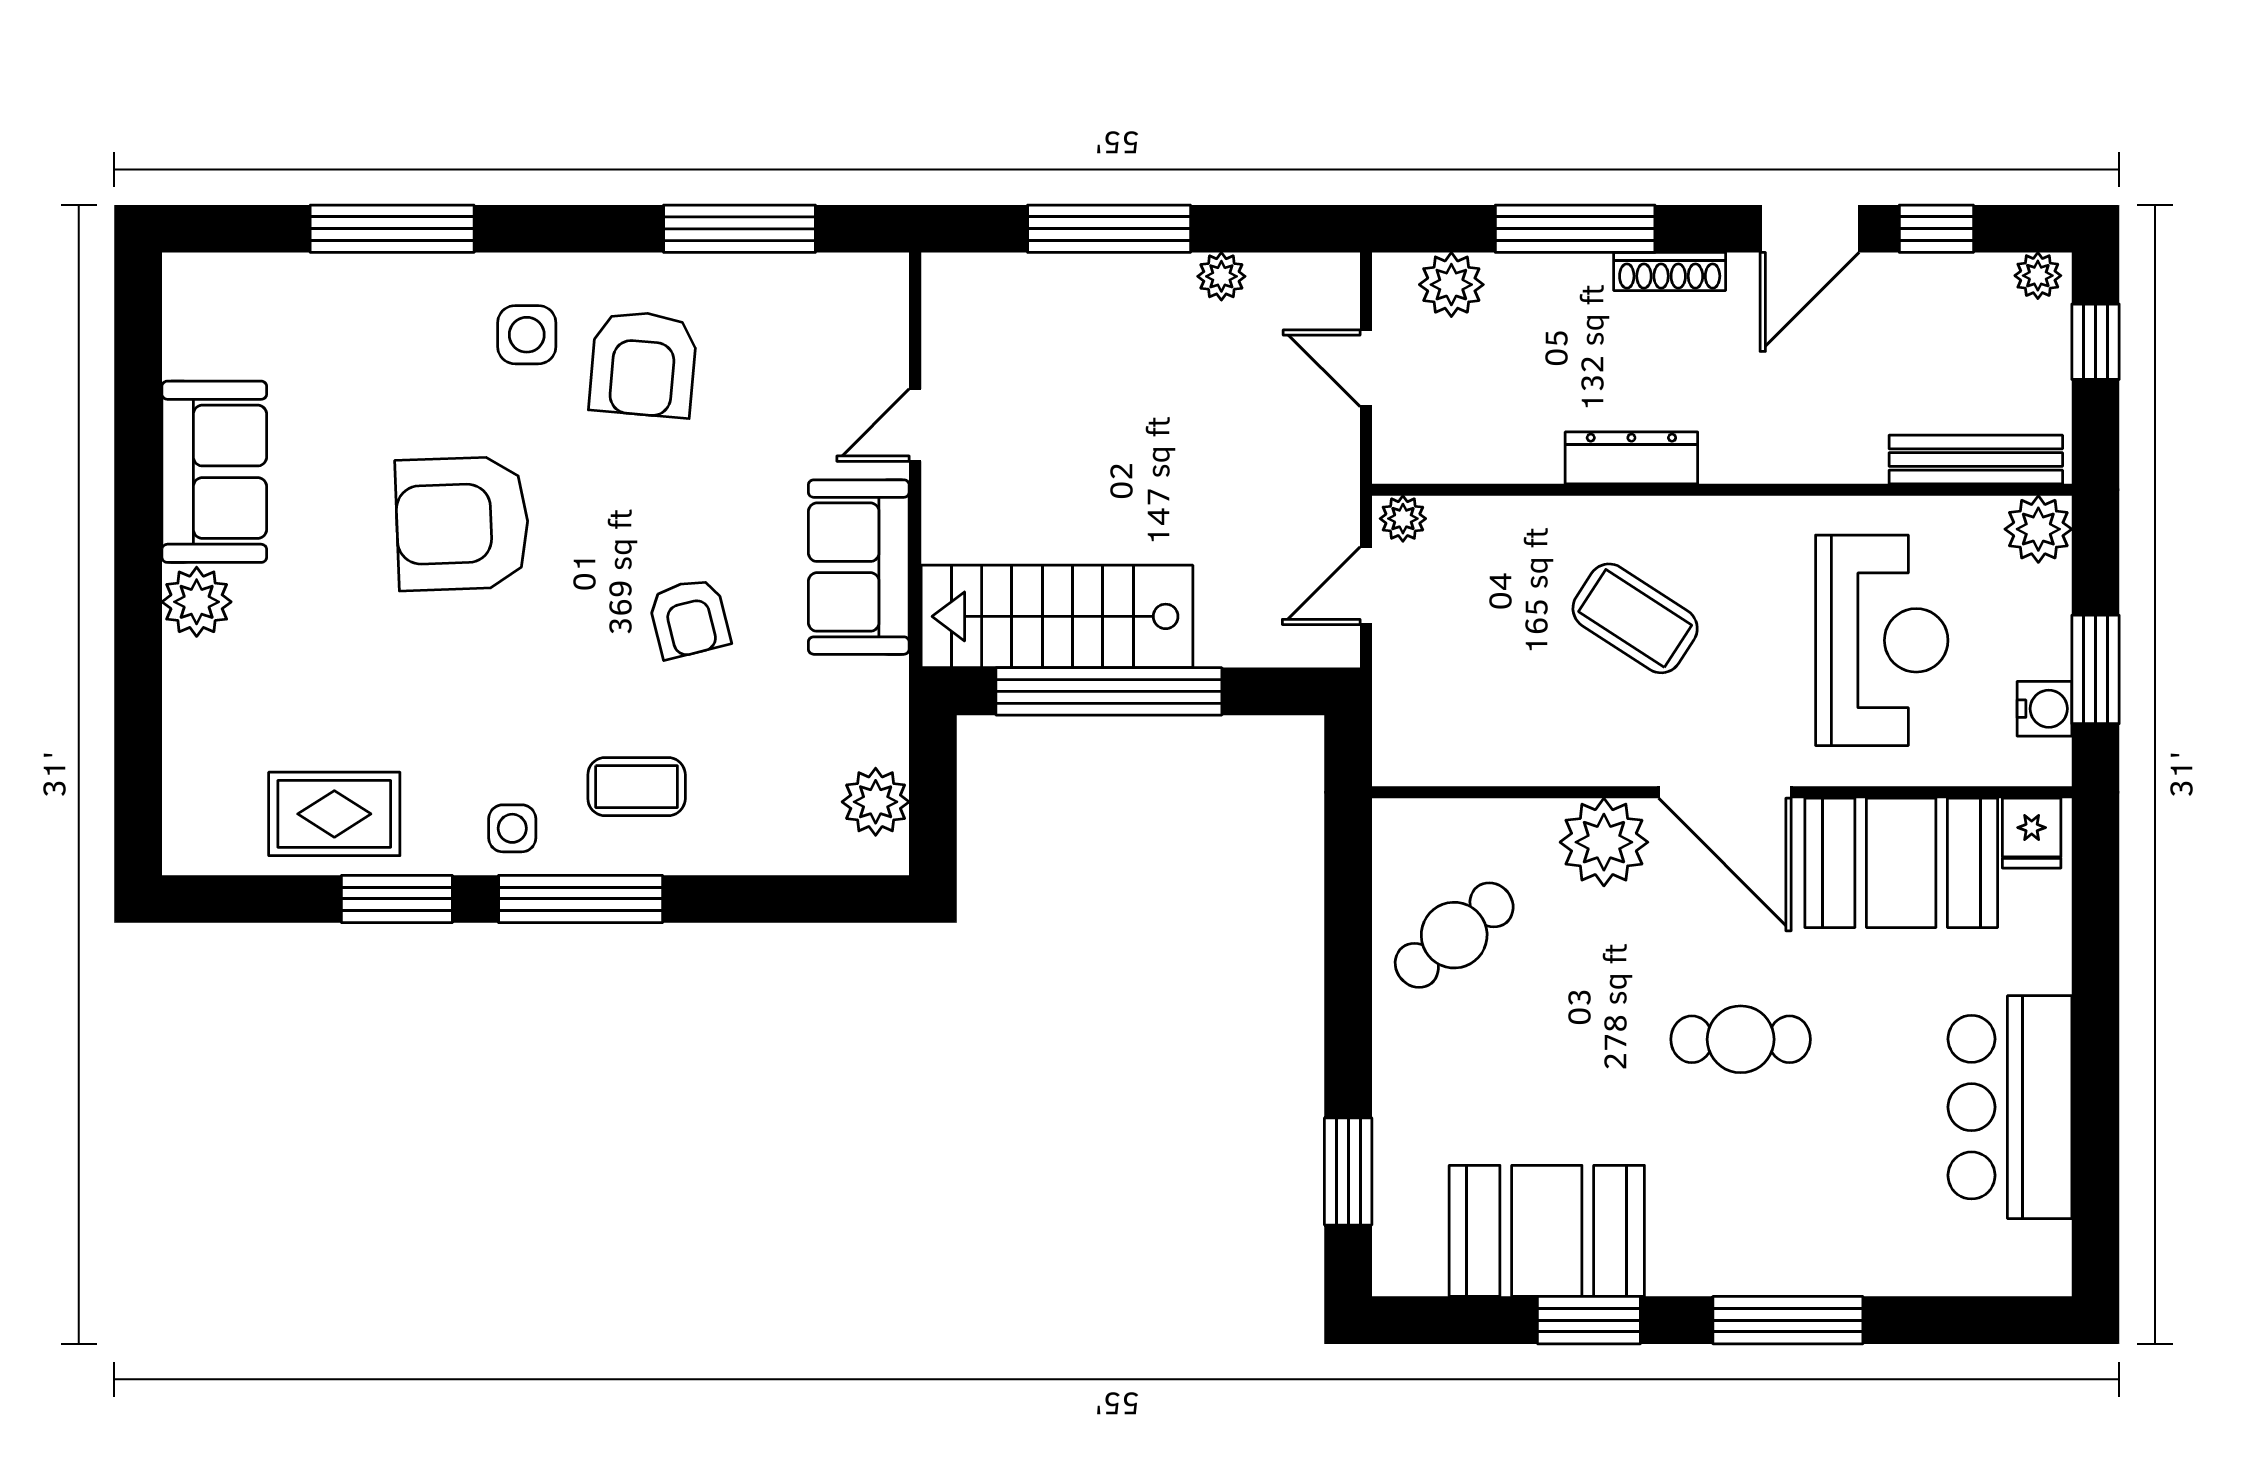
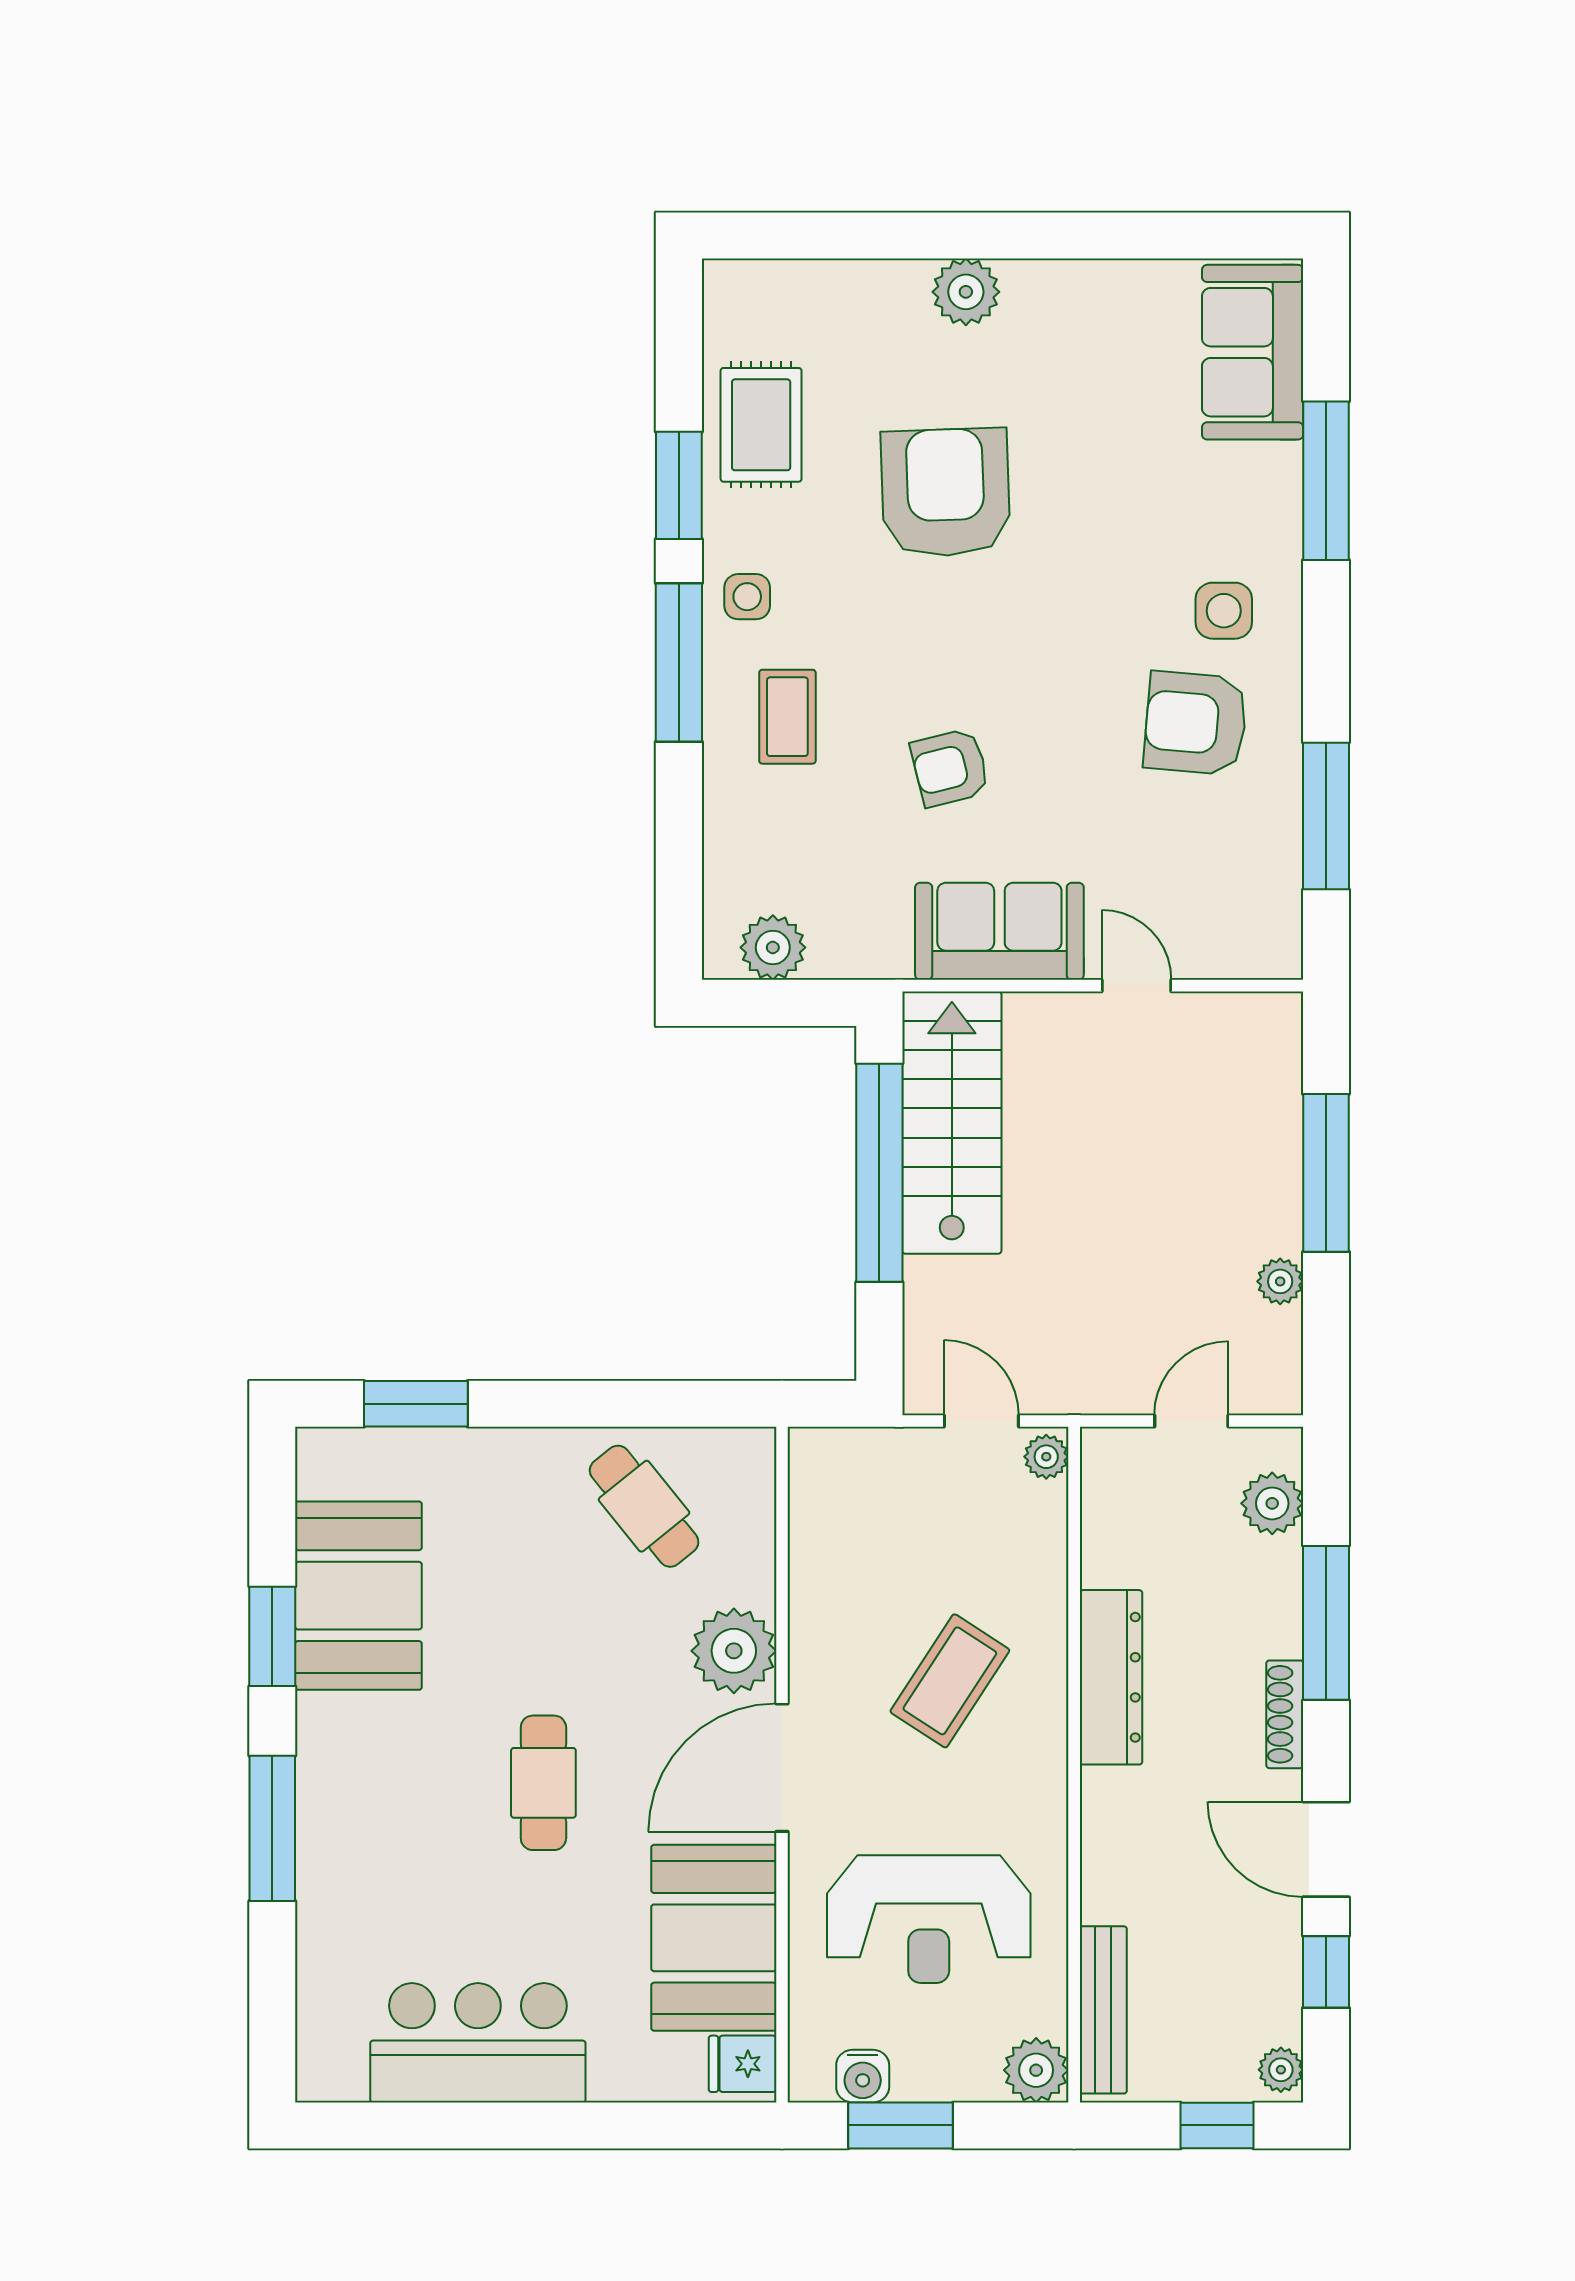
dresser: (1631, 458) -> (1111, 1677), width x1.37, depth x1.24
sofa: (214, 472) -> (1253, 352), moved, turned 90
armchair: (462, 524) -> (946, 492), moved

